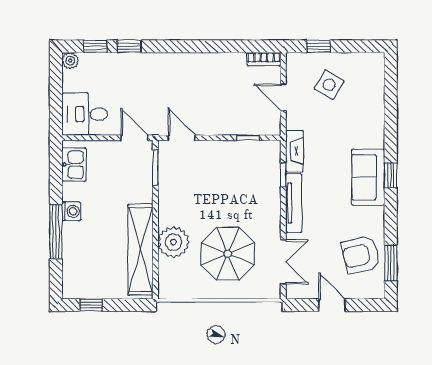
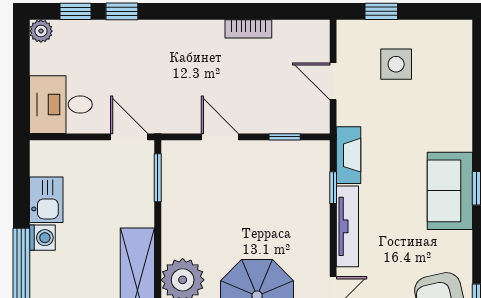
bookcase: (264, 59) -> (248, 29), moved
side table: (329, 85) -> (396, 64), turned -31
door: (182, 138) -> (220, 137), moved
kitchen sink: (74, 165) -> (46, 200), moved

